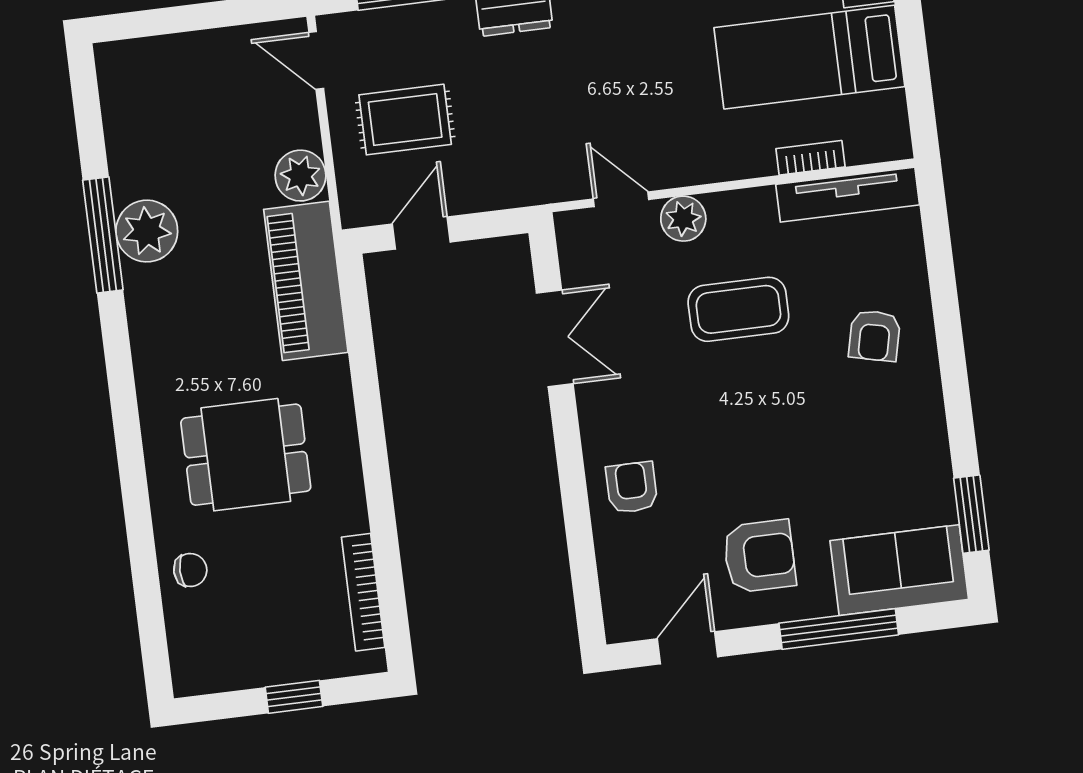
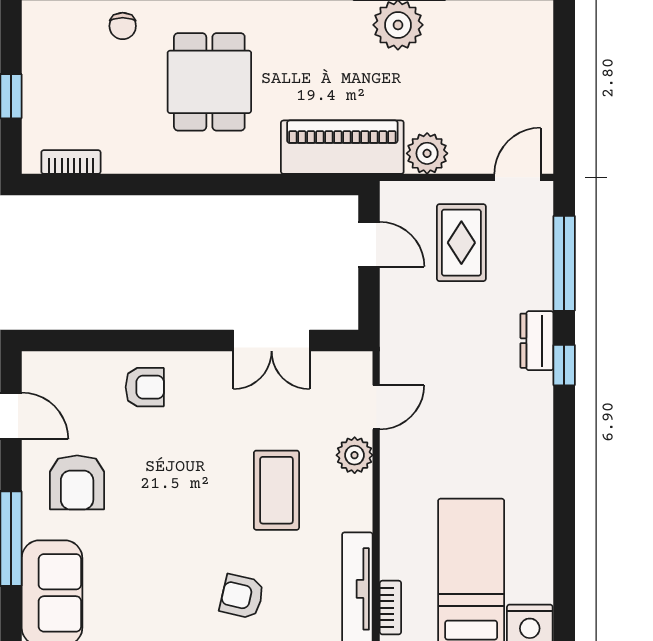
bookcase: (810, 158) -> (390, 608), moved
bookcase: (363, 592) -> (71, 162), width x0.64

